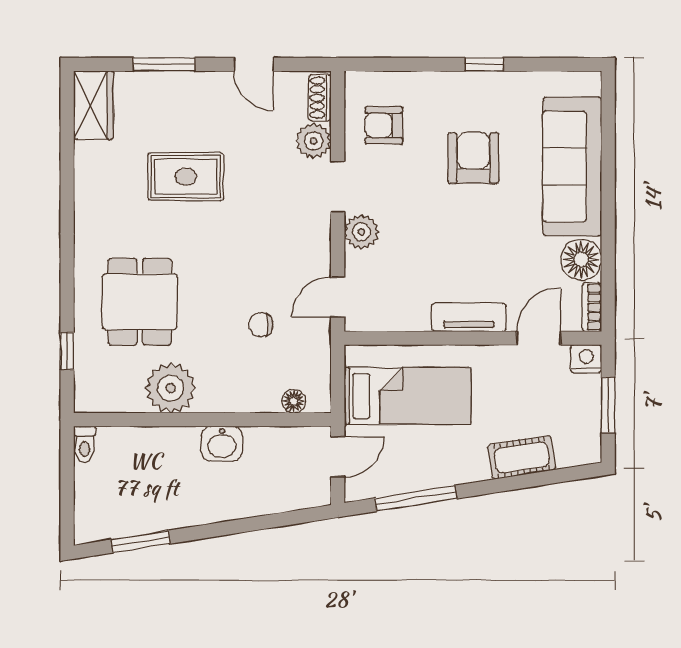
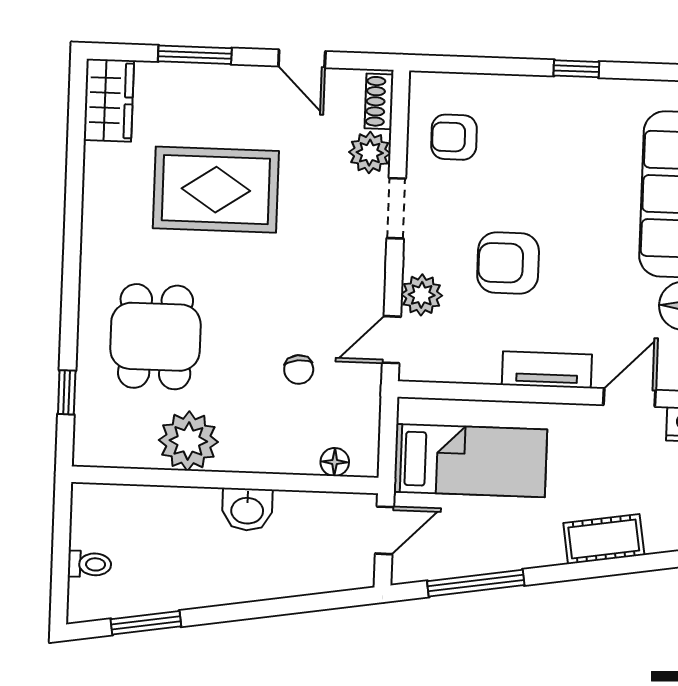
armchair: (473, 158) -> (508, 263), moved, turned -90
rug: (186, 177) -> (216, 190), width x1.36, depth x1.43
plant: (361, 232) -> (422, 295), moved
chair: (261, 325) -> (299, 369), turned -97
toilet: (85, 444) -> (90, 564), moved, turned -90

